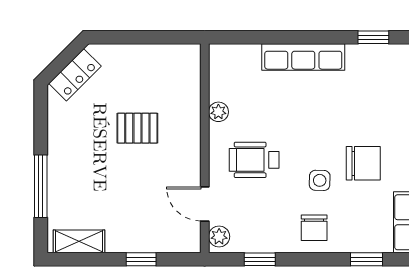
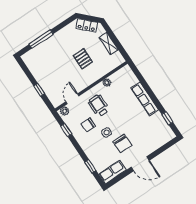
chair: (314, 228) -> (88, 125), moved
shelving: (79, 241) -> (109, 44), moved

